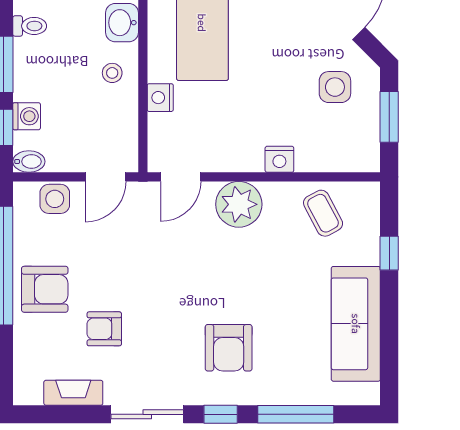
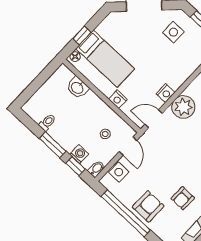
stool: (112, 73) -> (105, 134), moved
nightstand: (279, 159) -> (166, 93), moved
door: (181, 177) -> (154, 119), swing flipped

